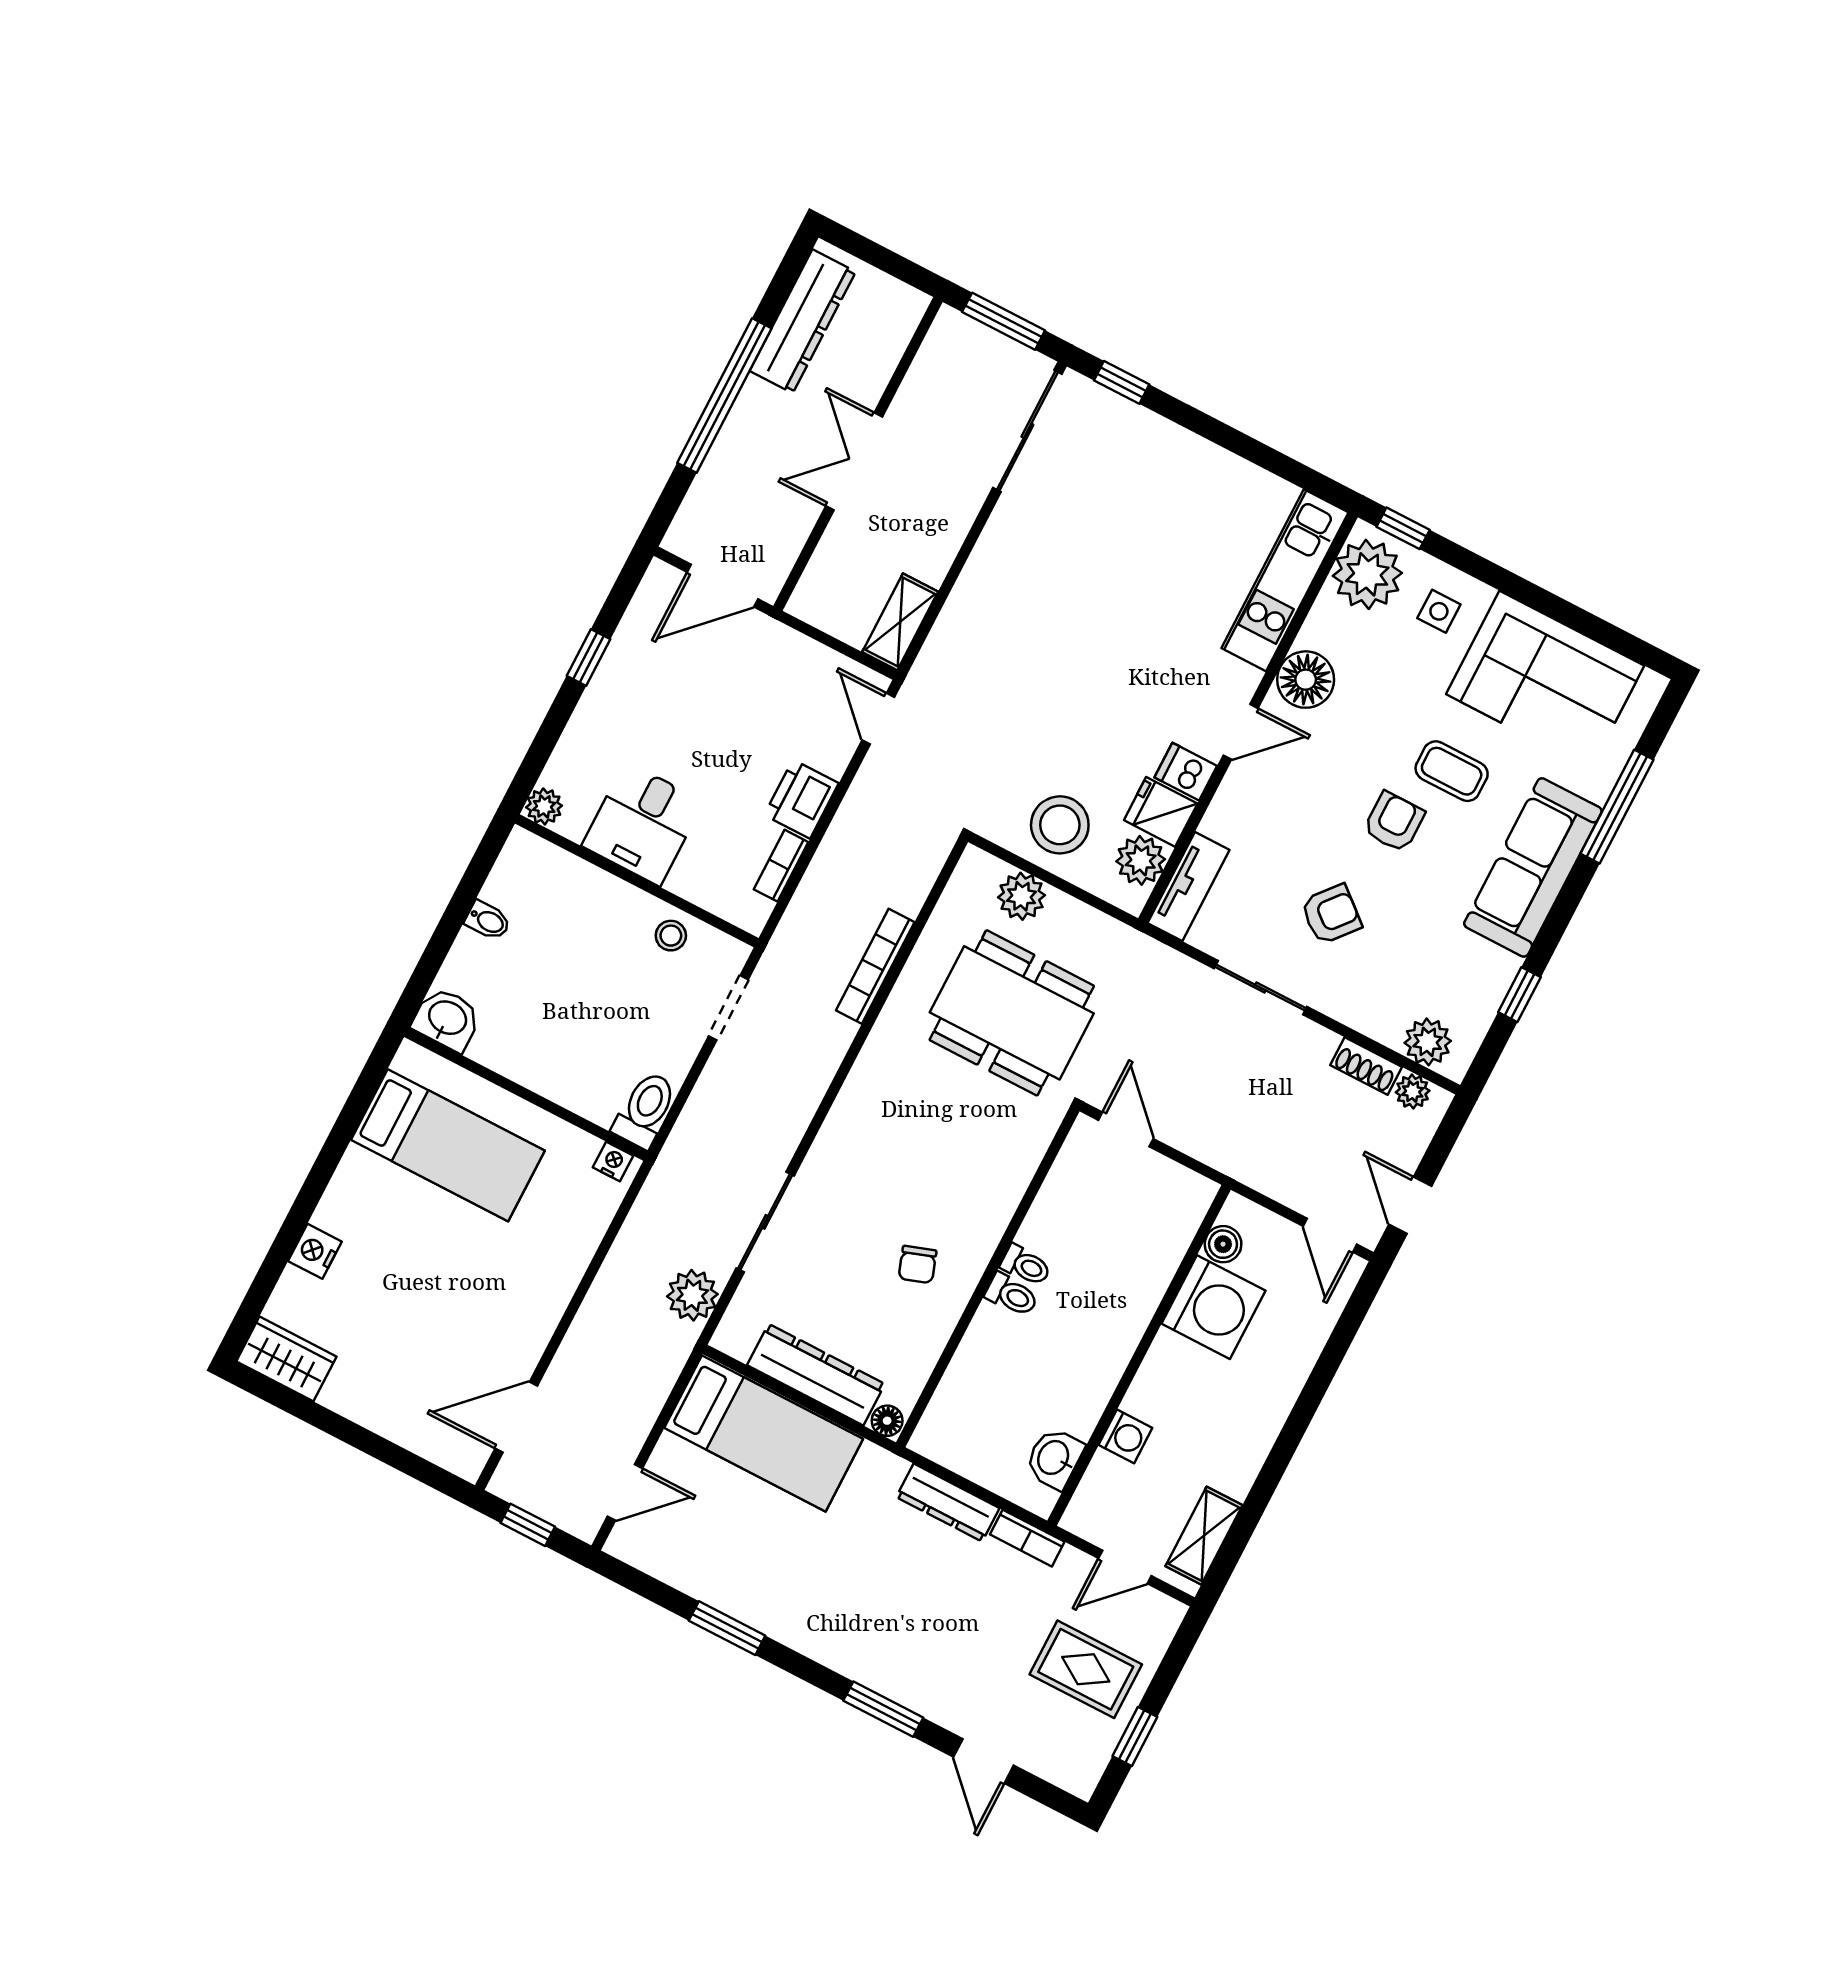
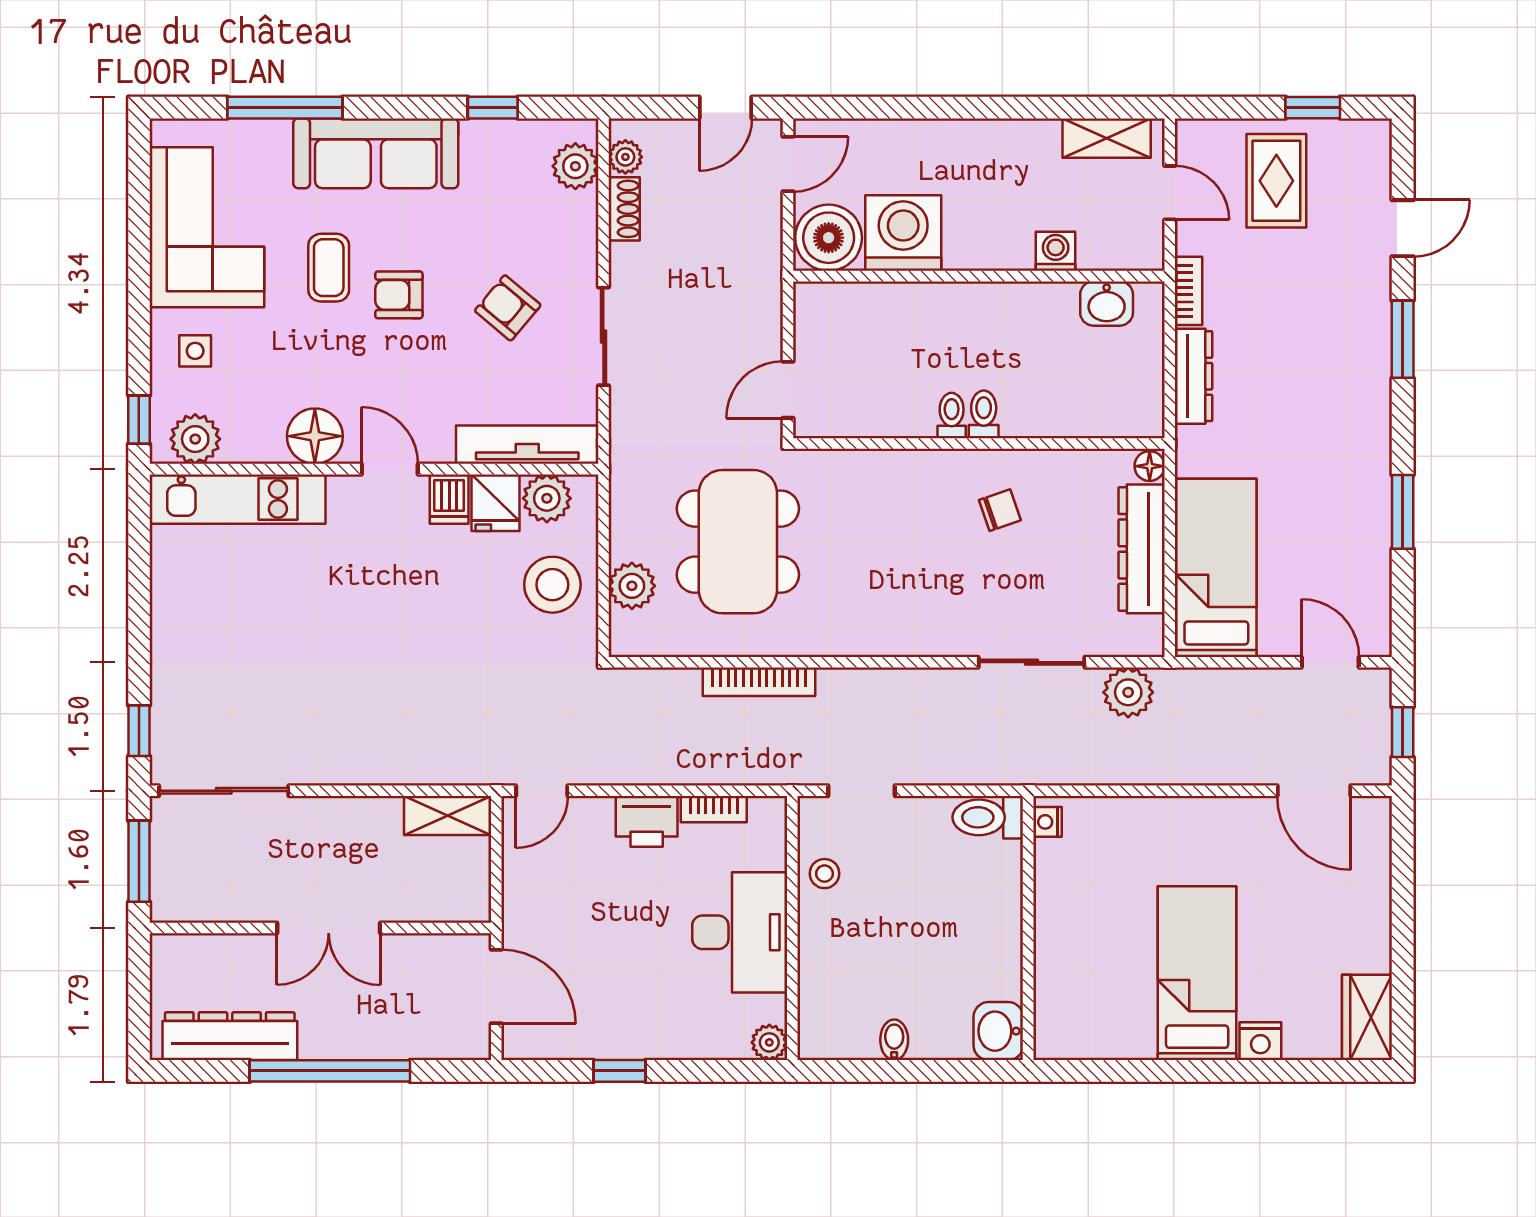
plant: (1367, 574) -> (195, 439), width x0.73, depth x0.73
desk: (643, 824) -> (740, 932), width x1.37
tv unit: (1189, 886) -> (527, 445), width x1.41
bed: (448, 1145) -> (1197, 973), moved
boiler: (1223, 1244) -> (829, 238), width x1.86, depth x1.86

